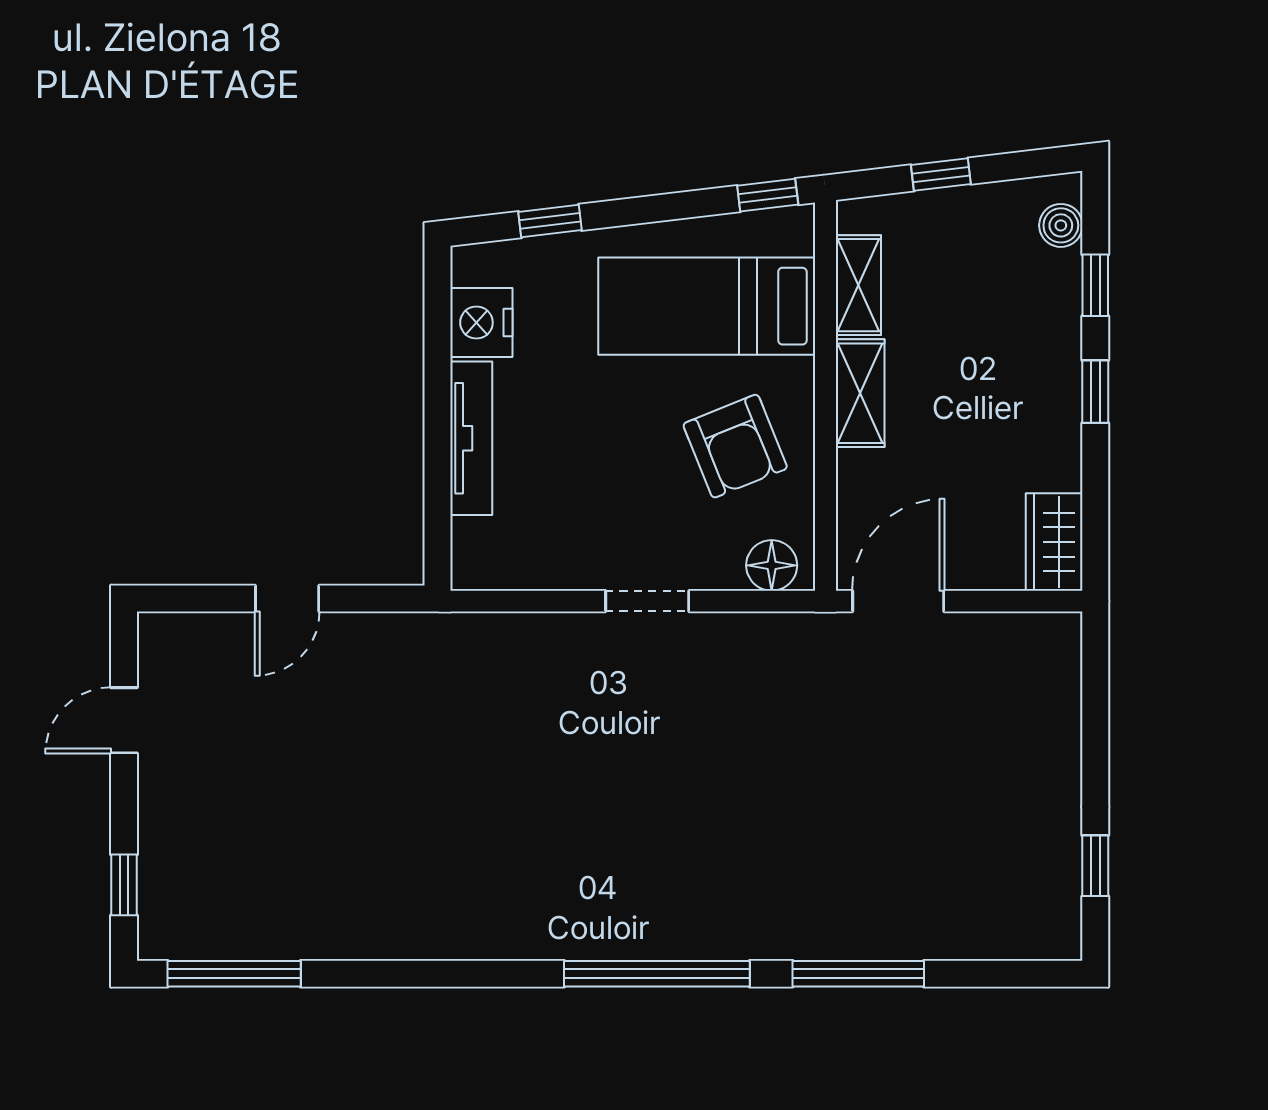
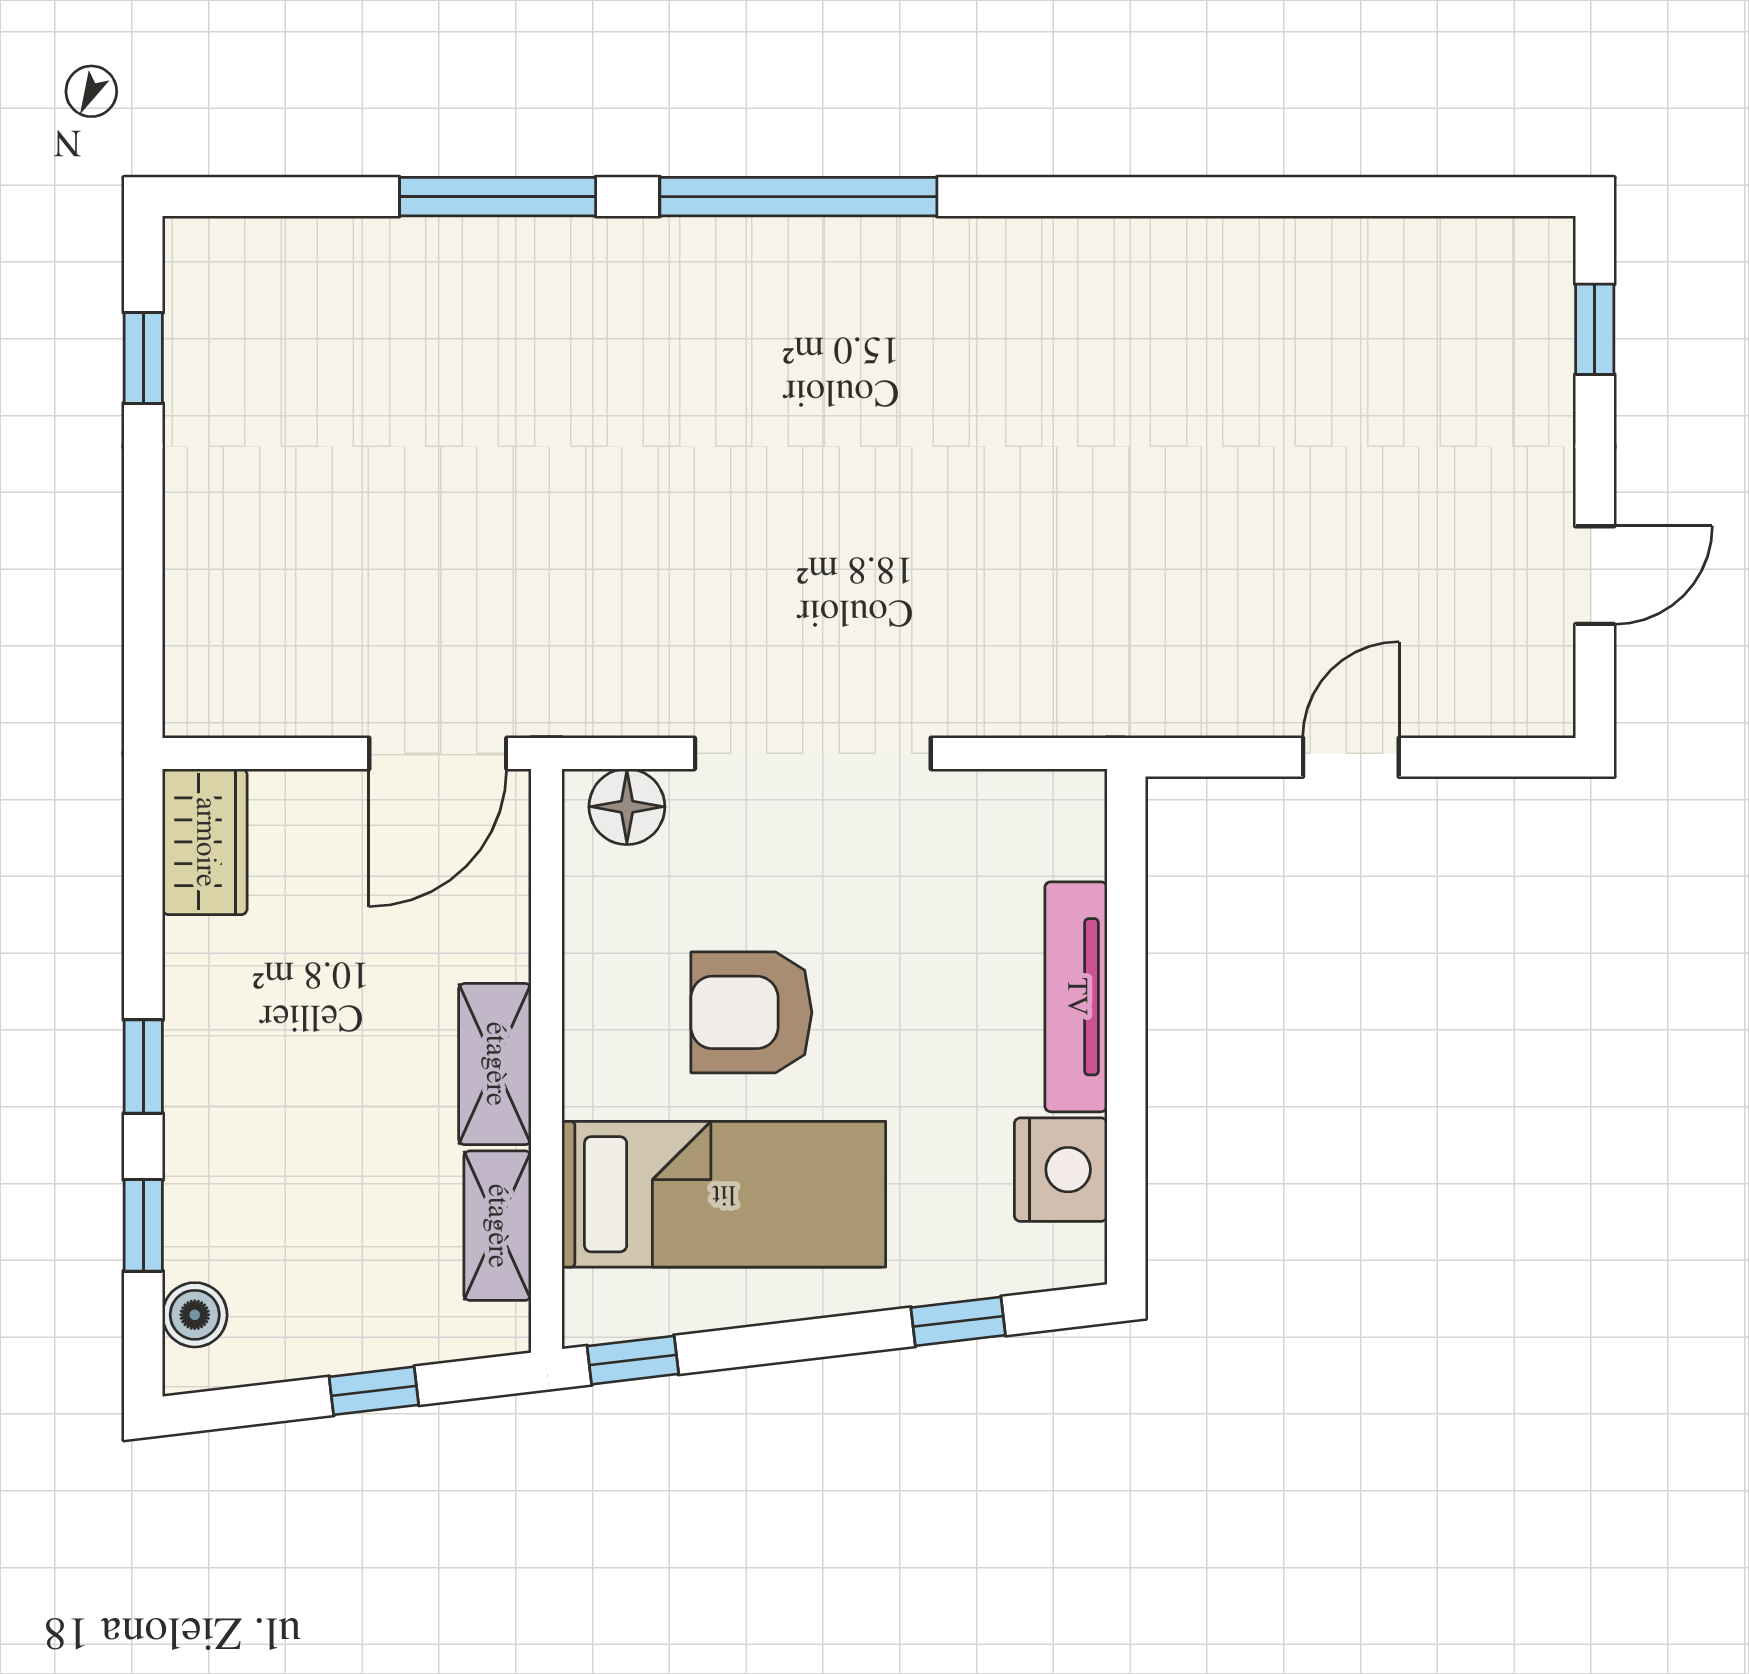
armchair: (735, 446) -> (751, 1012), moved, turned -68
doorway: (647, 601) -> (813, 753), width x1.88
window: (234, 974) -> (1430, 197), removed

